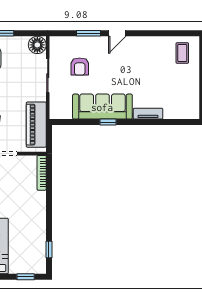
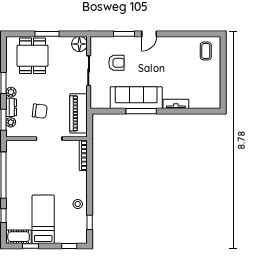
armchair: (80, 67) -> (116, 63), turned -90
window: (108, 122) -> (141, 111), width x2.17
stool: (35, 229) -> (78, 204), added

